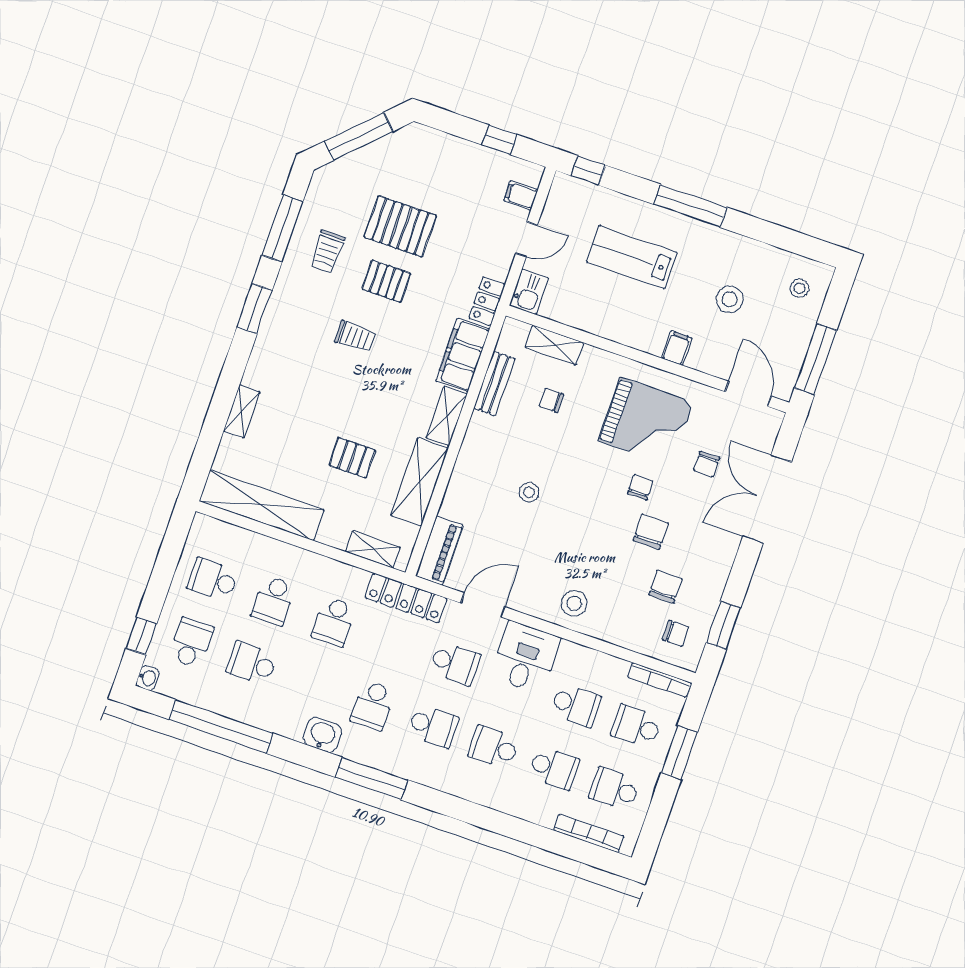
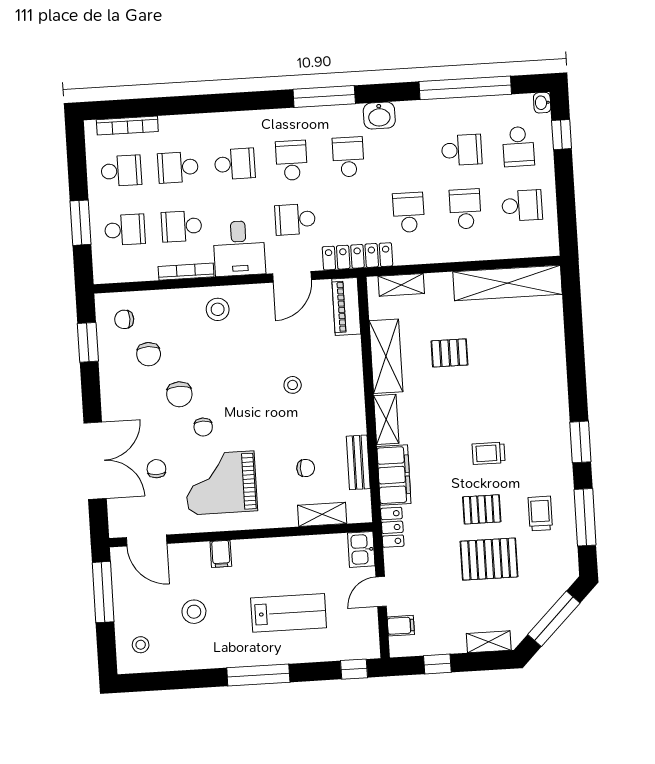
shelving: (242, 411) -> (489, 642), moved, turned 90
bookcase: (659, 680) -> (186, 272), moved
school desk: (433, 726) -> (291, 160), turned 90

